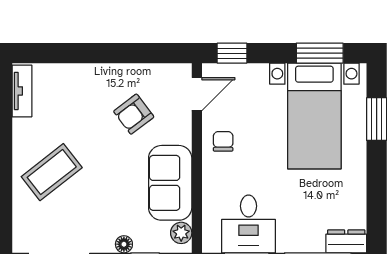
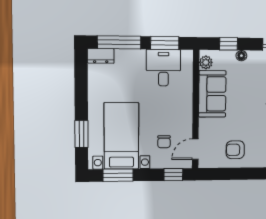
armchair: (134, 114) -> (235, 150), moved, turned -143
chair: (223, 141) -> (164, 142), moved

